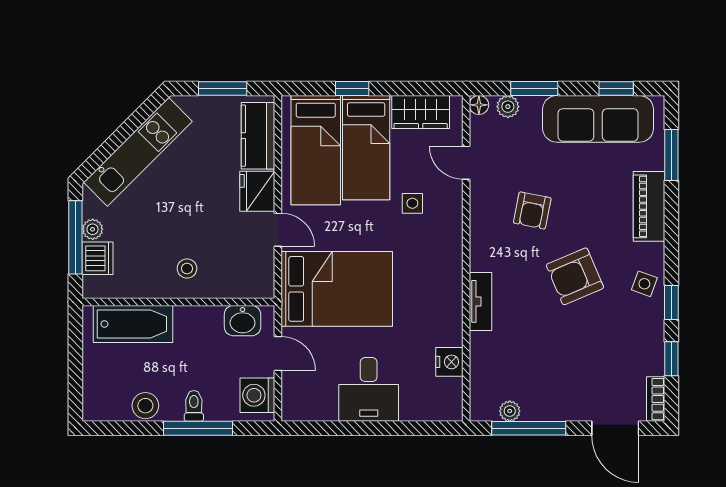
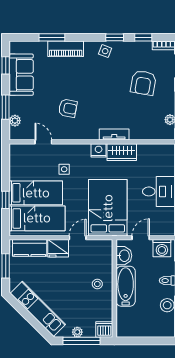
floor lamp: (479, 105) -> (14, 135), removed
wardrobe: (421, 112) -> (122, 152), moved, turned 90
sofa: (598, 119) -> (21, 75), width x0.73
window: (671, 155) -> (52, 37), moved
door: (466, 163) -> (43, 142), swing flipped
dishwasher: (98, 258) -> (104, 330), moved
armchair: (575, 276) -> (143, 83), moved, turned 33
bathtub: (133, 324) -> (126, 286), moved
nightstand: (449, 362) -> (99, 150), moved

